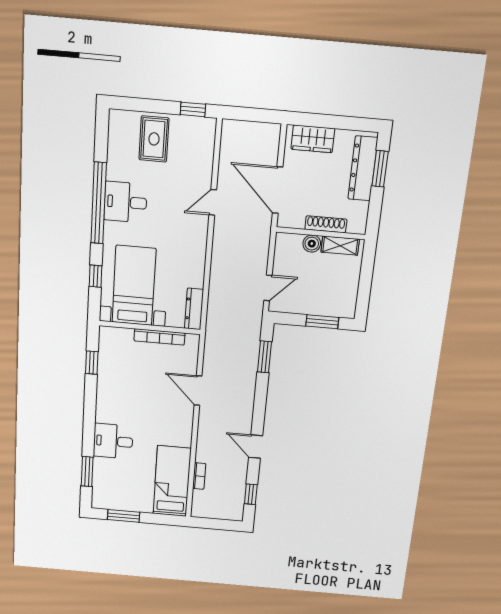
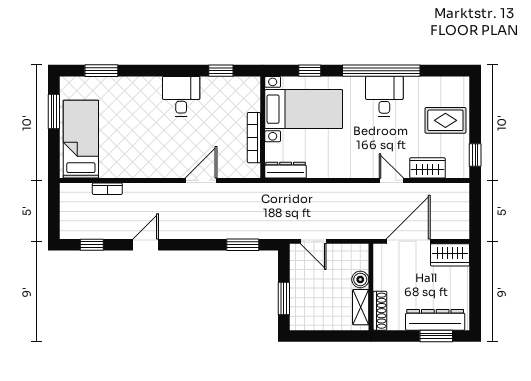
wardrobe: (313, 139) -> (450, 255), moved, turned -90
wardrobe: (203, 163) -> (428, 168), added
shoe rack: (326, 224) -> (380, 311), moved
desk: (113, 441) -> (181, 96), moved
bed: (172, 481) -> (81, 139), moved, turned -90

